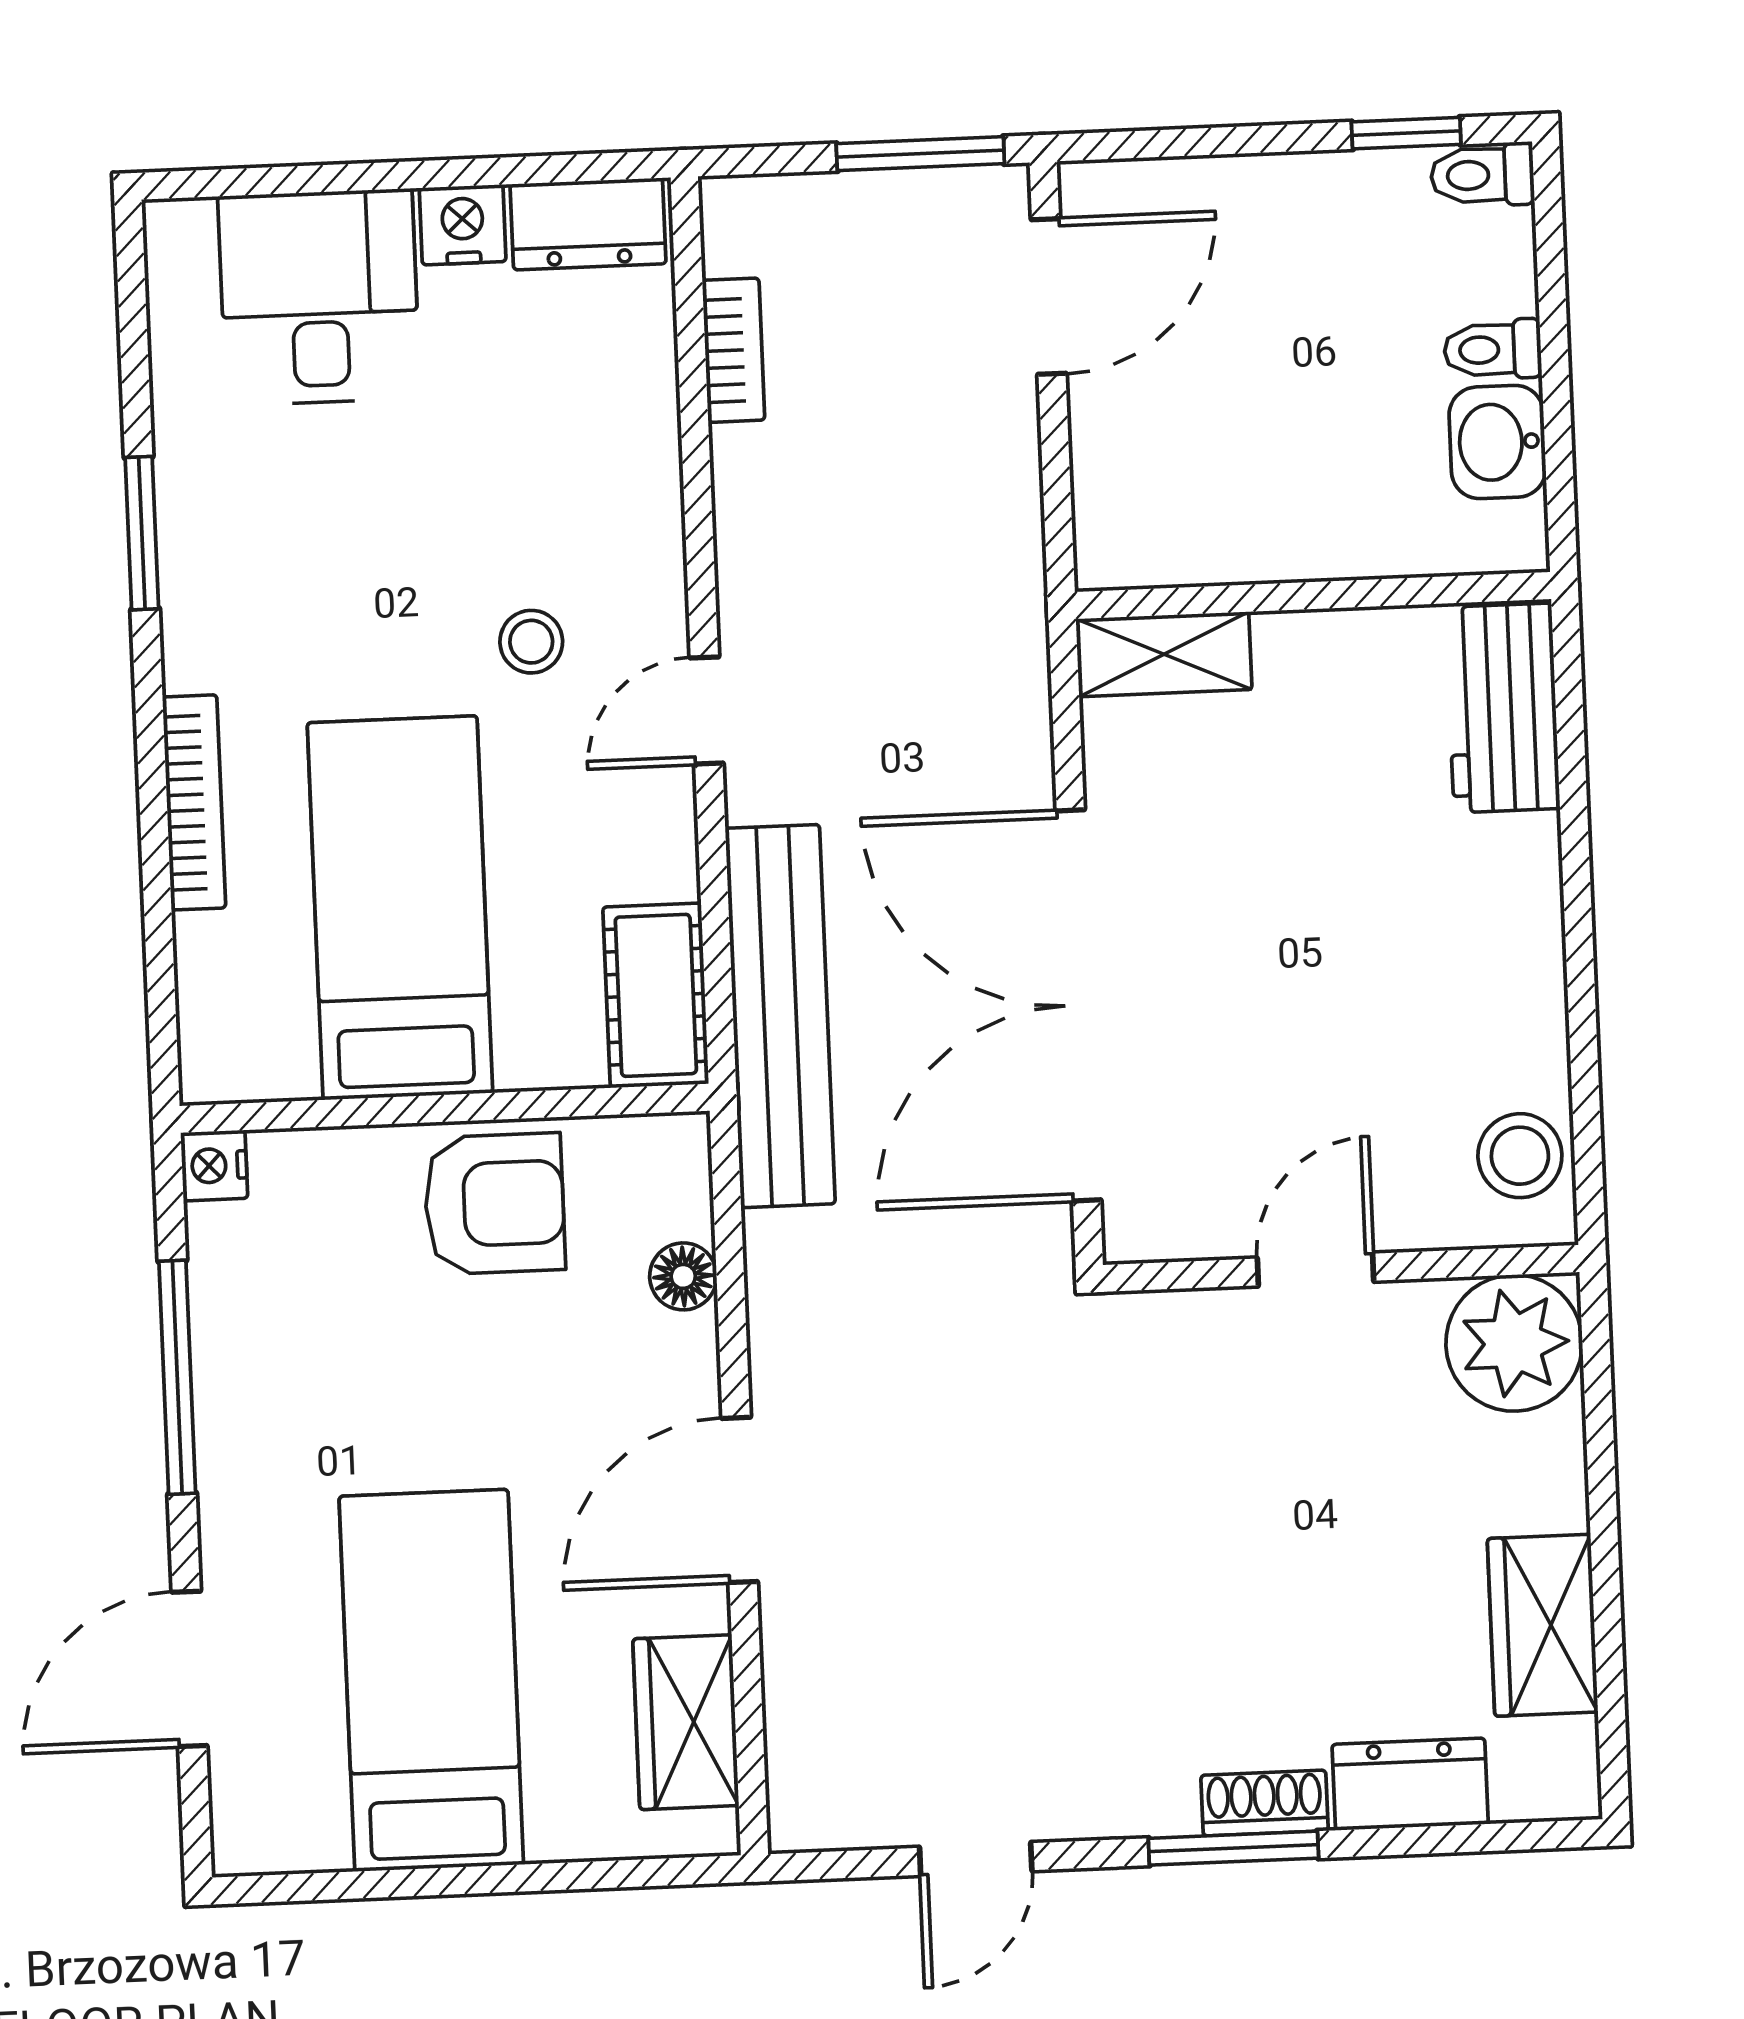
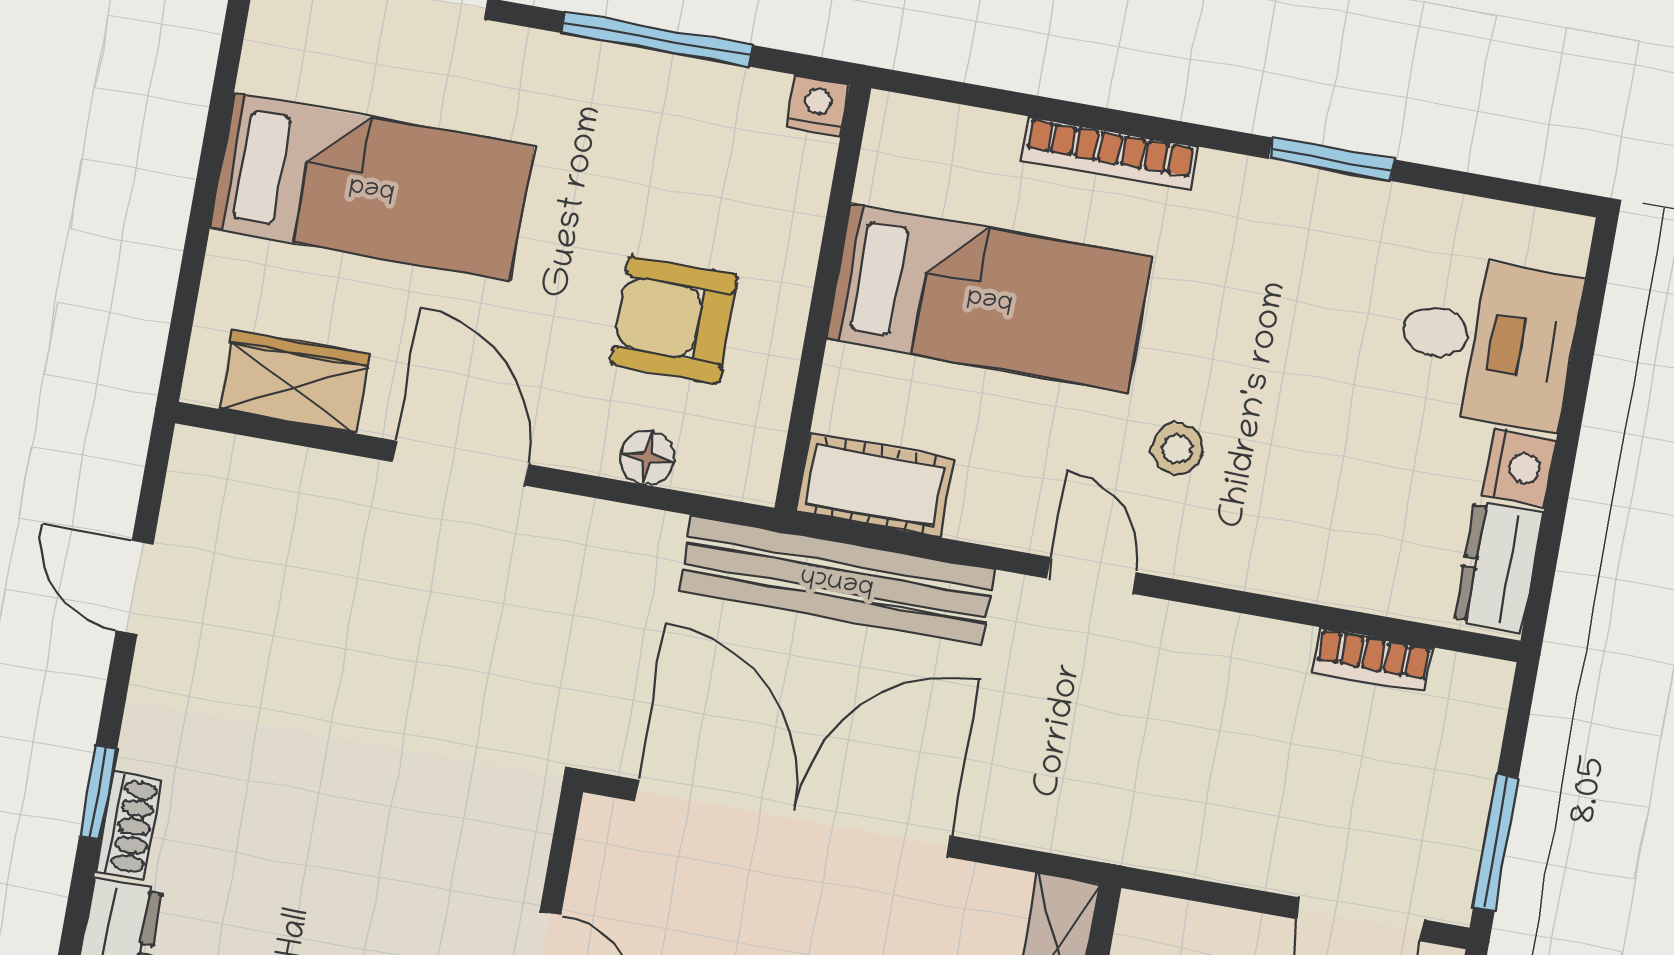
armchair: (494, 1204) -> (674, 320), moved, turned 90
window: (1233, 1848) -> (98, 793), width x0.67

